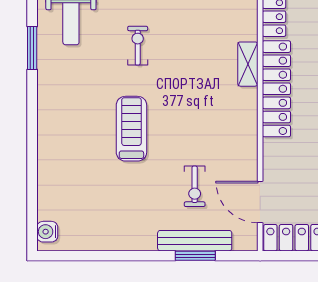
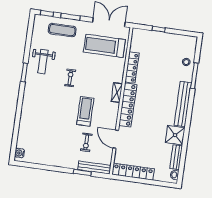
treadmill: (131, 129) -> (85, 111), moved
door: (260, 202) -> (116, 139), moved
bench: (195, 241) -> (94, 168), moved

